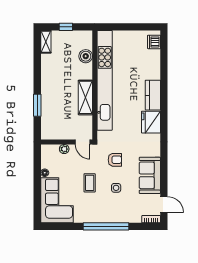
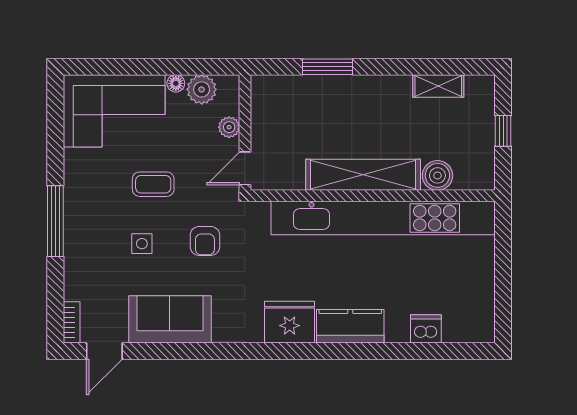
shelving: (46, 42) -> (438, 86), moved
dishwasher: (154, 42) -> (426, 329), moved
shelving: (85, 97) -> (363, 175), width x1.47
plant: (47, 161) -> (202, 89), added
window: (106, 226) -> (55, 221), width x0.68

